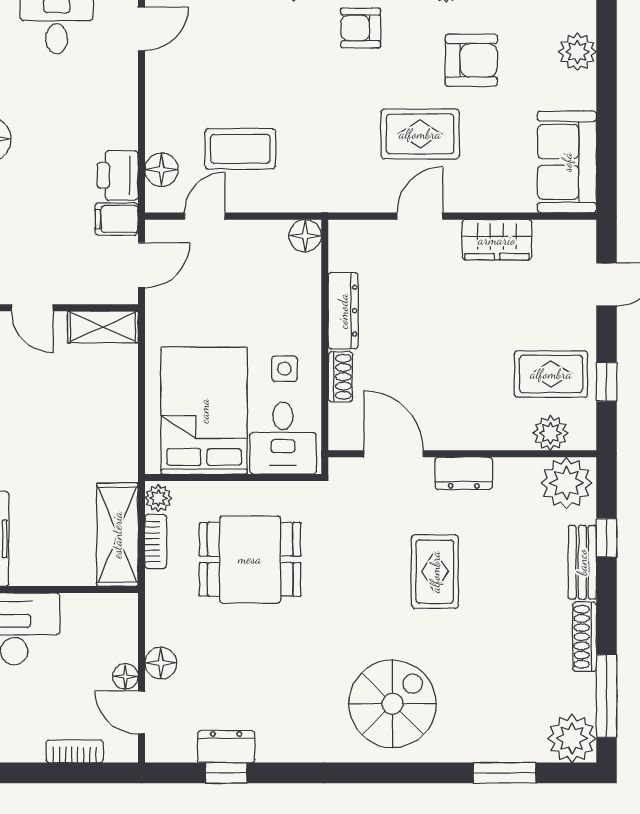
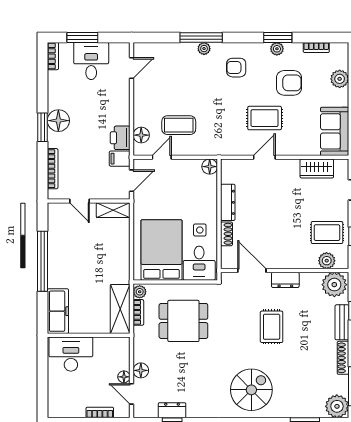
wardrobe: (497, 240) -> (317, 168), moved

